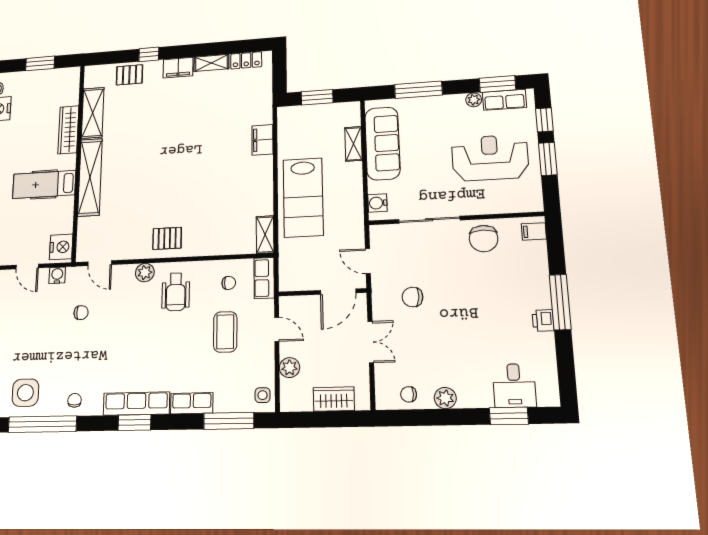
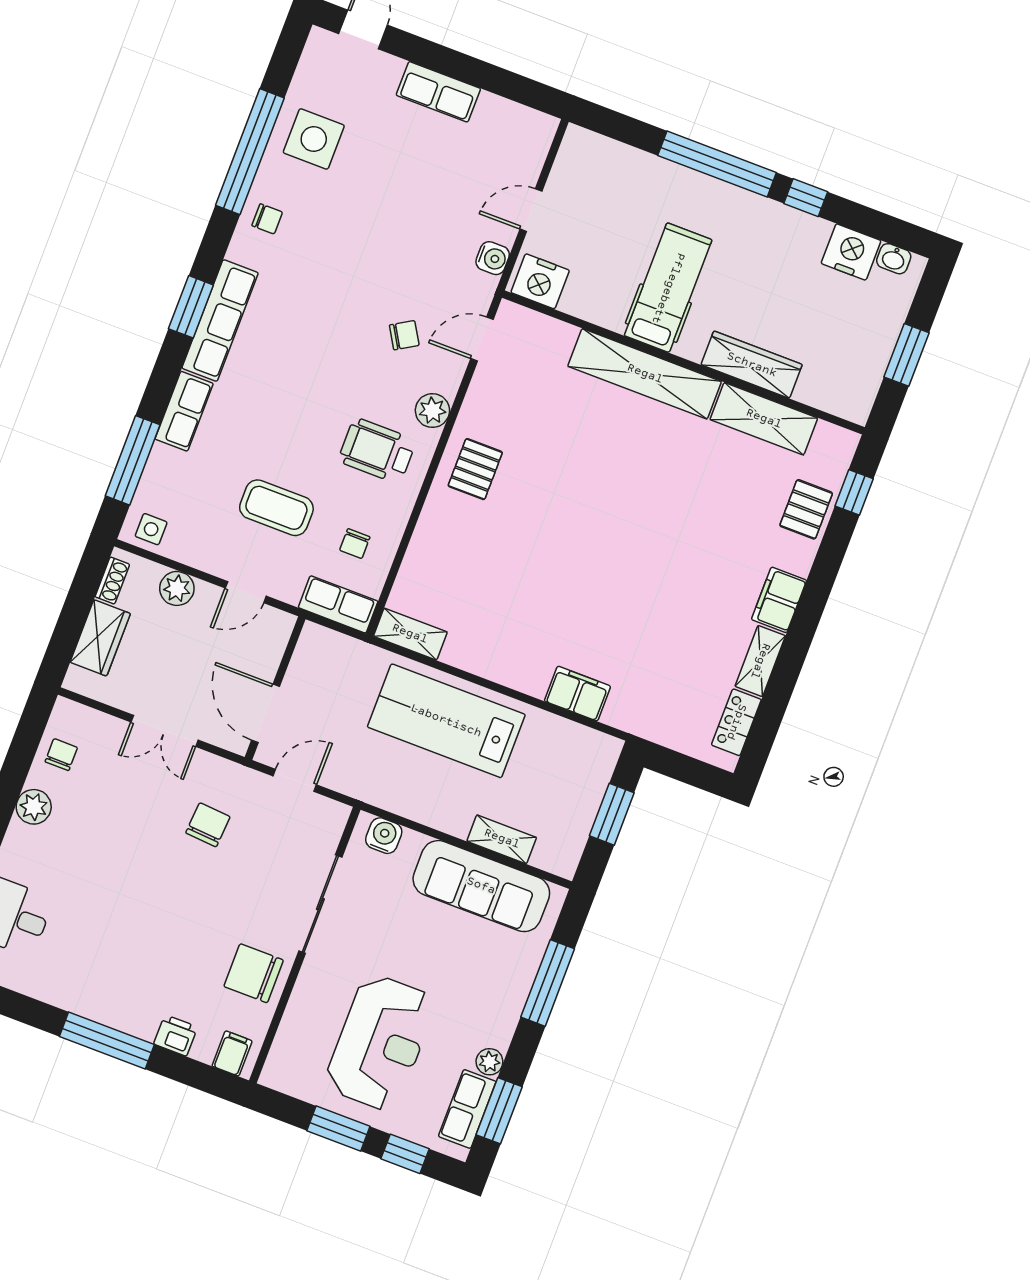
window: (149, 54) -> (854, 492), moved
chair: (81, 313) -> (404, 335), moved, turned -121
printer: (543, 320) -> (176, 1035), moved
shoe rack: (299, 405) -> (112, 581), added

